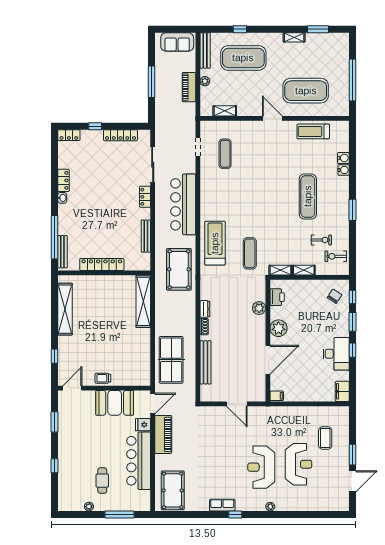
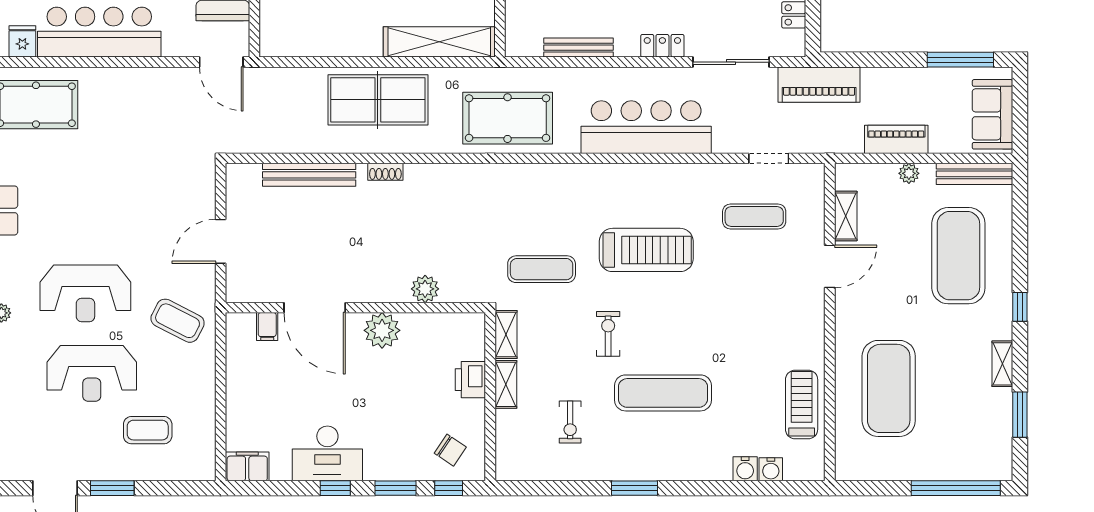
window: (240, 29) -> (1020, 307), moved
window: (352, 80) -> (956, 488), moved
window: (152, 82) -> (960, 60), moved
door: (272, 118) -> (830, 266), moved
water cooler: (344, 170) -> (771, 469), moved
treadmill: (215, 243) -> (646, 250), moved
exercise bike: (336, 256) -> (608, 334), moved
printer: (277, 297) -> (470, 380), moved, turned 90
dresser: (205, 309) -> (423, 173), removed
table tennis table: (171, 360) -> (378, 100), moved
filing cabinet: (277, 396) -> (267, 327), moved
coffee table: (274, 424) -> (178, 321), added
fridge: (143, 425) -> (22, 41), moved
piano: (163, 434) -> (819, 85), moved
reception desk: (261, 467) -> (85, 293), turned 180

